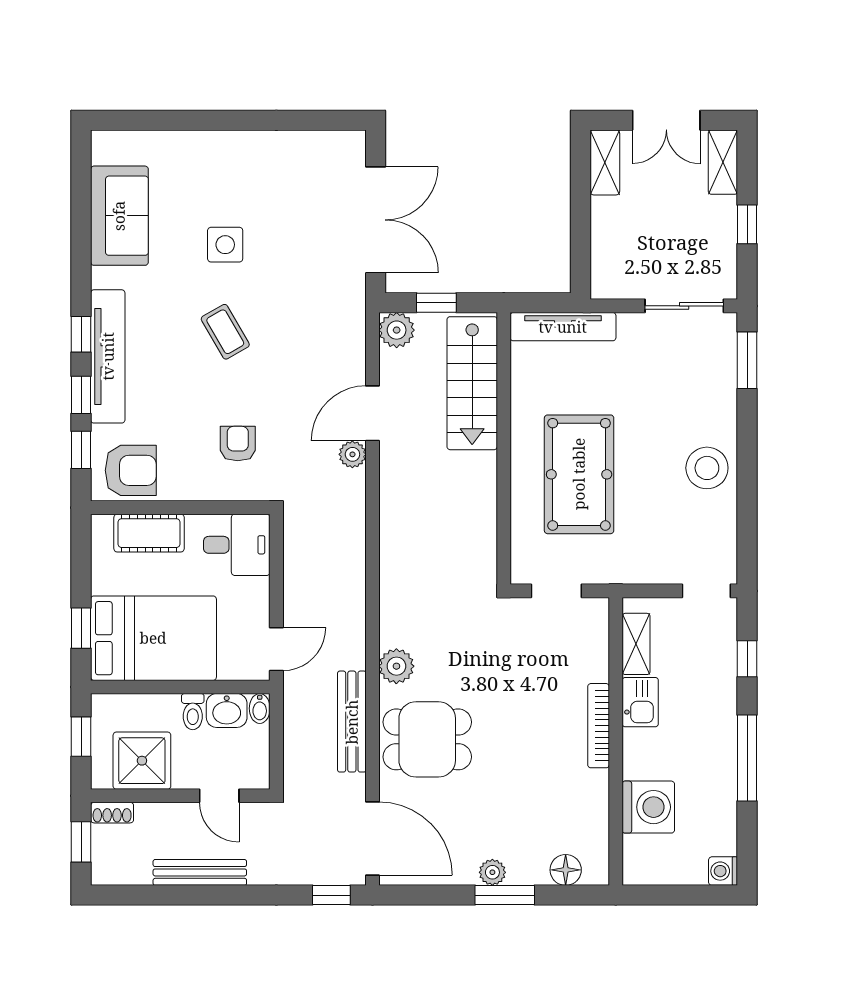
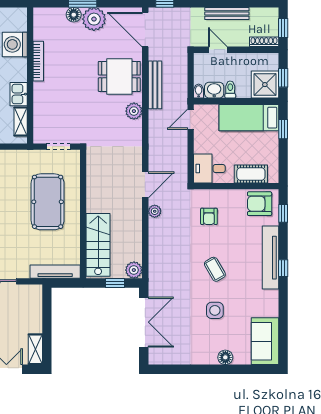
floor lamp: (203, 145) -> (225, 357), added
sofa: (119, 216) -> (265, 341), moved
double door: (376, 220) -> (144, 322), swing flipped
window: (81, 395) -> (283, 239), removed
door: (372, 413) -> (145, 185), moved
bed: (153, 638) -> (249, 118), width x0.67
bookcase: (599, 726) -> (38, 61), moved
shower: (142, 761) -> (265, 85), moved
shoe rack: (112, 813) -> (264, 42), width x1.43
floor lamp: (566, 870) -> (74, 15), moved
plant: (492, 872) -> (94, 19), width x1.88, depth x1.88

